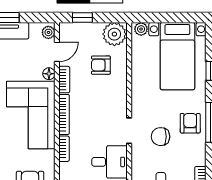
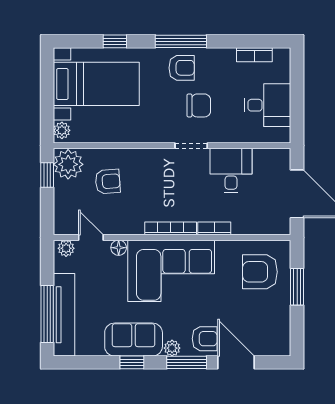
window: (82, 18) -> (47, 175), moved
armchair: (101, 65) -> (108, 181), turned -94
bookcase: (64, 80) -> (126, 228), removed
armchair: (190, 123) -> (182, 68), turned 180
chair: (161, 137) -> (199, 105), turned -90

